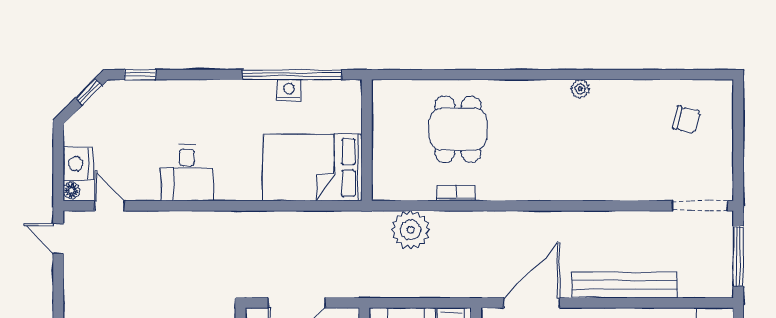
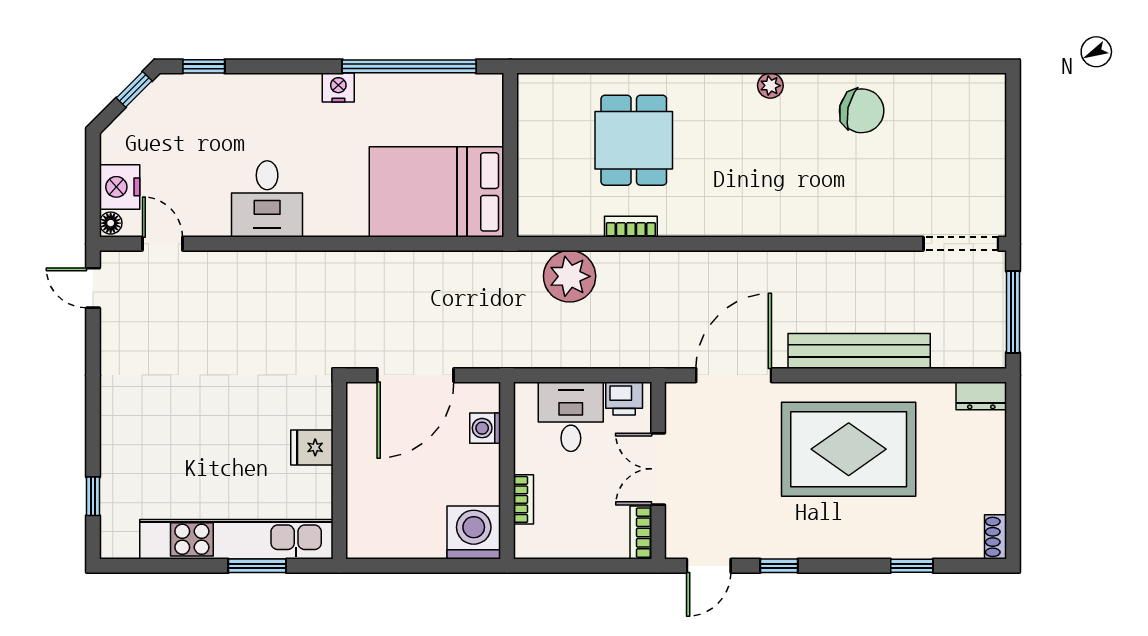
plant: (580, 89) -> (770, 86), moved
nightstand: (289, 90) -> (338, 88), moved
chair: (686, 120) -> (862, 111), moved, width x1.37, depth x1.37

